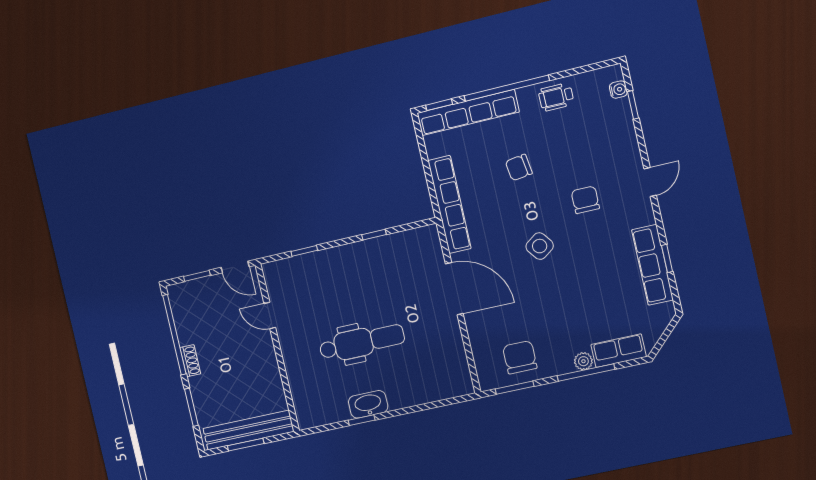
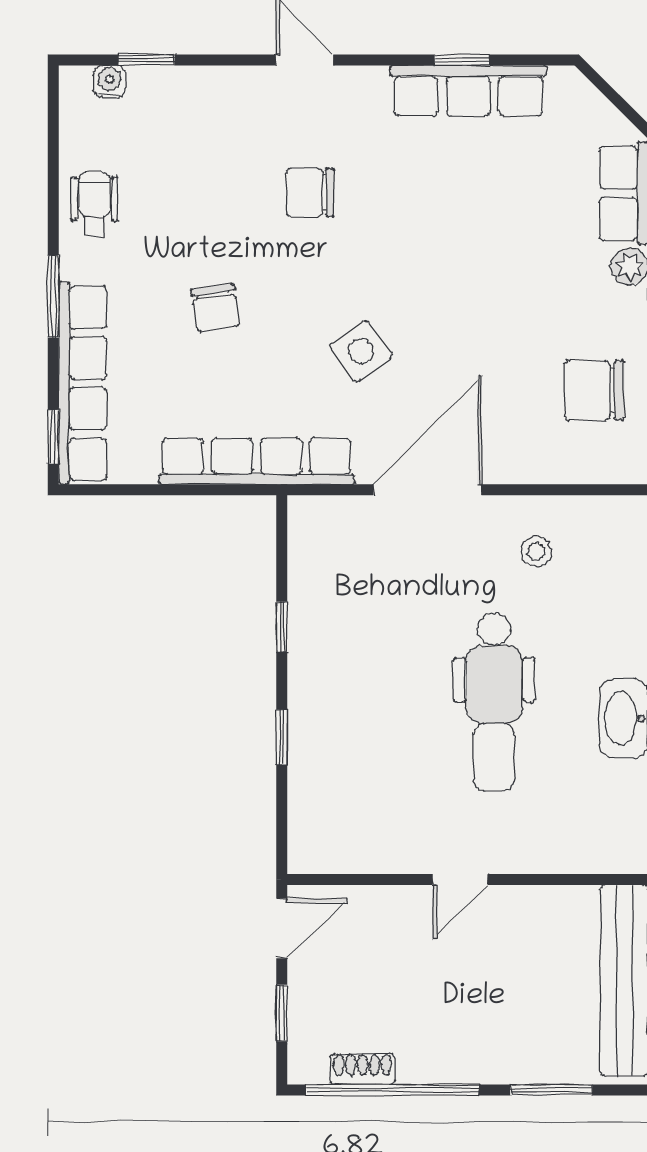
window: (507, 88) -> (53, 296), width x0.47
wheelchair: (556, 97) -> (94, 204), turned 180
side table: (540, 246) -> (361, 351), moved
window: (304, 251) -> (282, 737), moved
door: (270, 316) -> (460, 879), moved
dental chair: (362, 342) -> (494, 702), turned 180
stool: (437, 346) -> (536, 552), added
shoe rack: (190, 361) -> (363, 1069), moved

